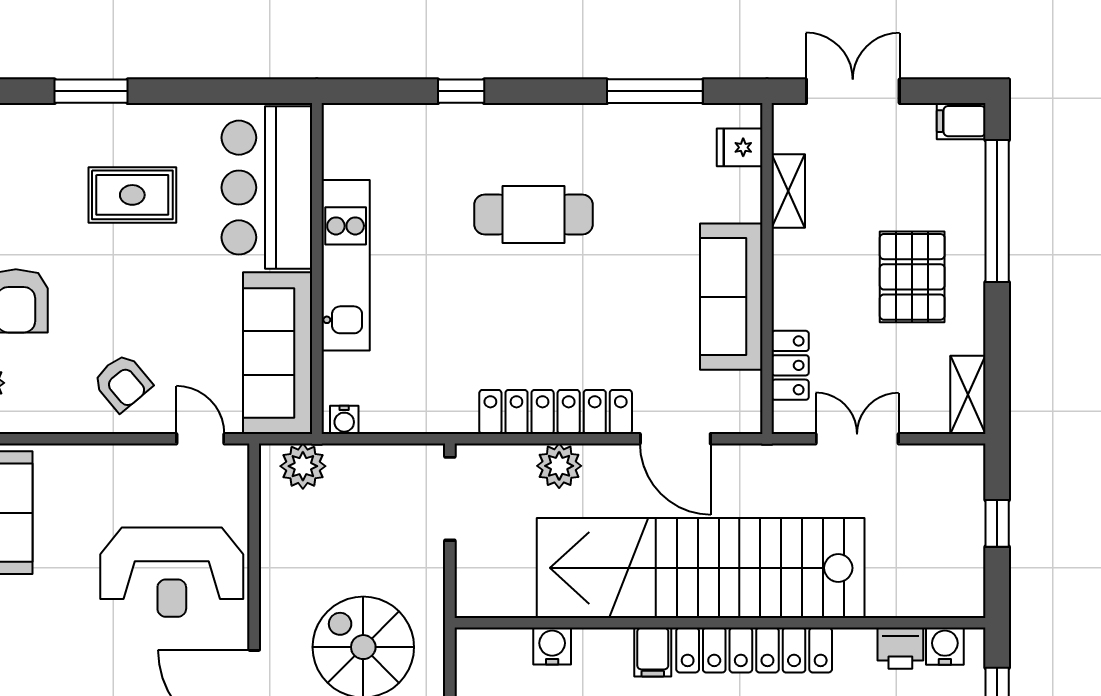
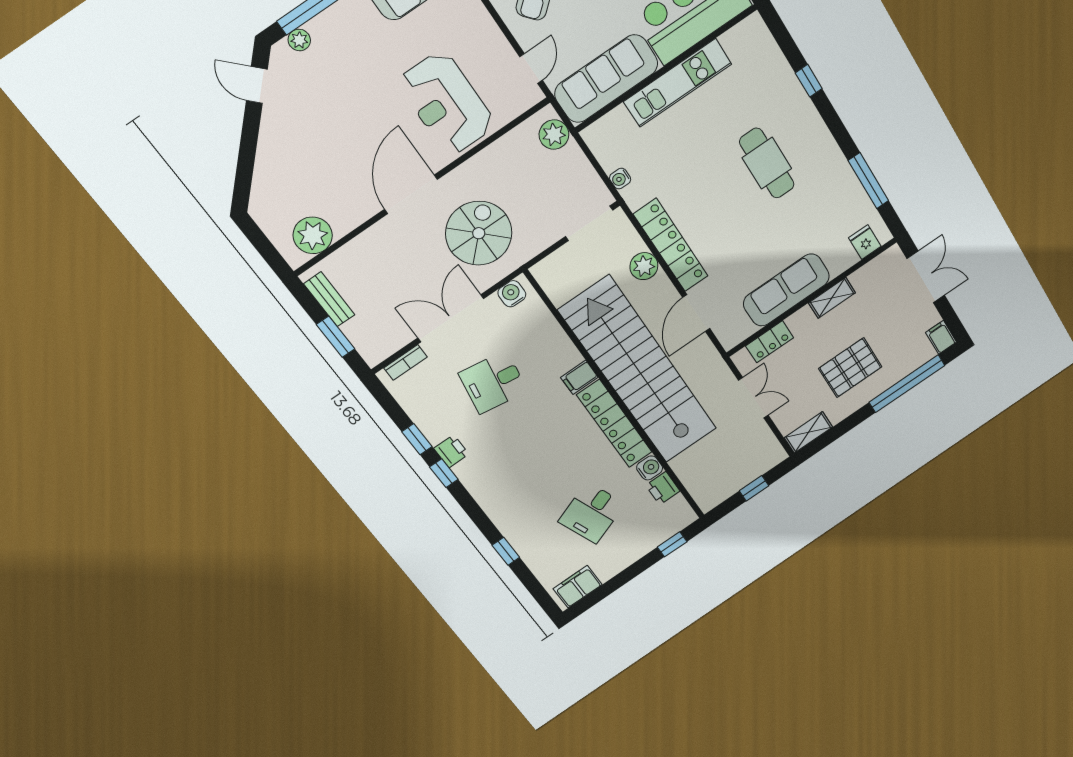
shelving: (788, 191) -> (832, 298), moved
water cooler: (344, 420) -> (620, 179), moved
water cooler: (552, 646) -> (512, 294), moved, turned -90
water cooler: (945, 646) -> (650, 468), moved

